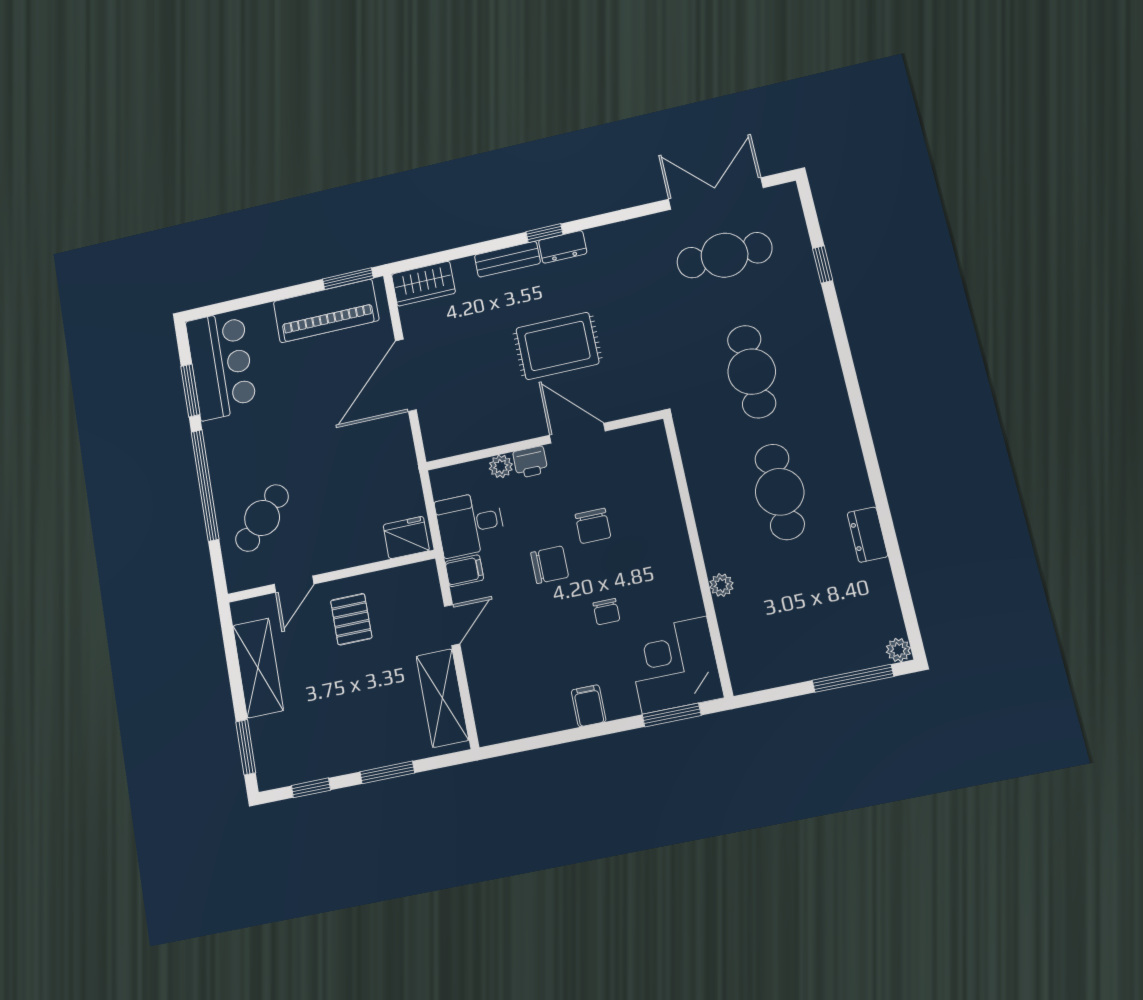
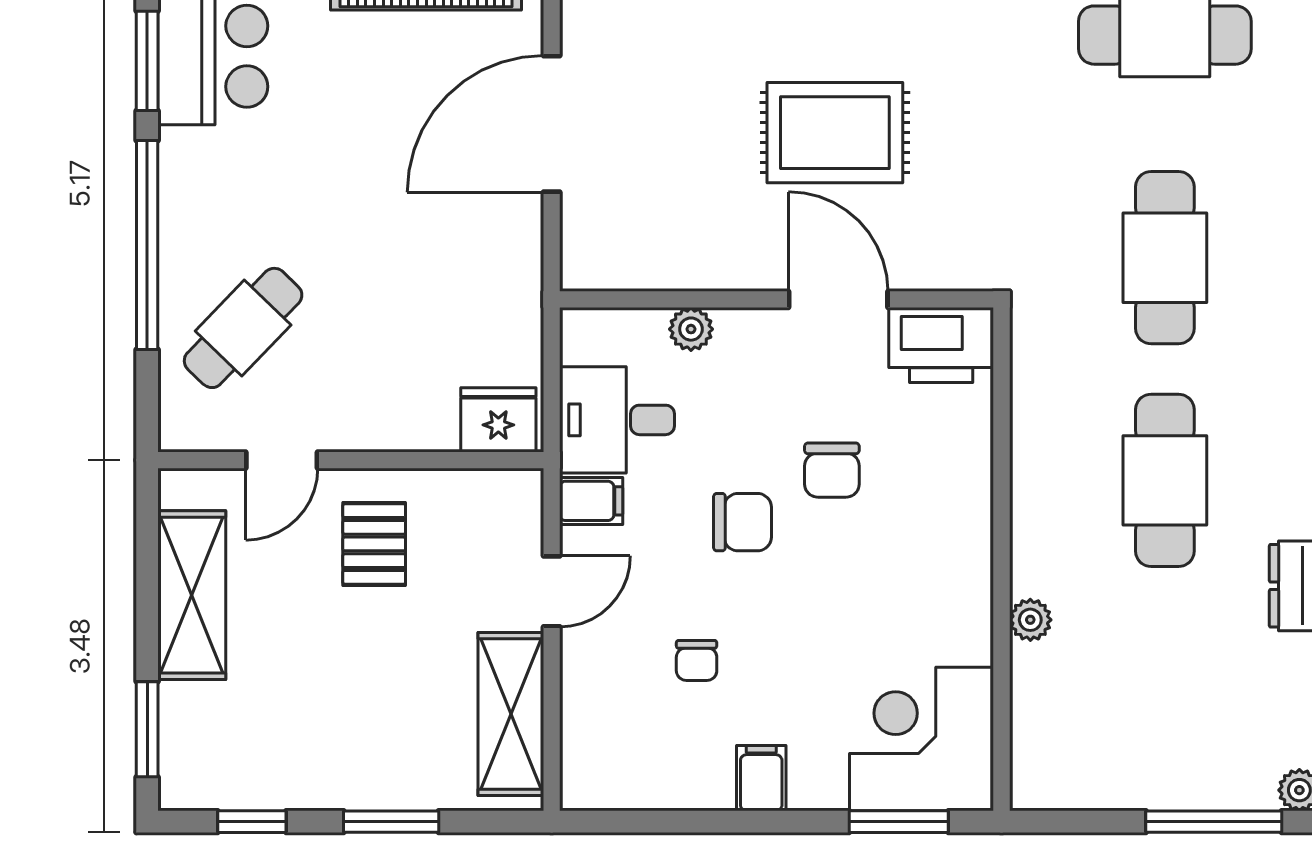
printer: (530, 462) -> (941, 345), moved, width x1.87, depth x1.48
chair: (606, 612) -> (697, 660), moved

